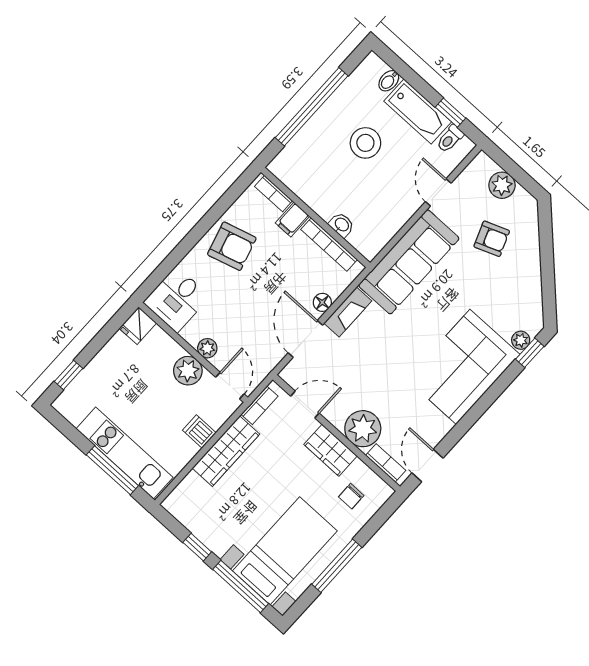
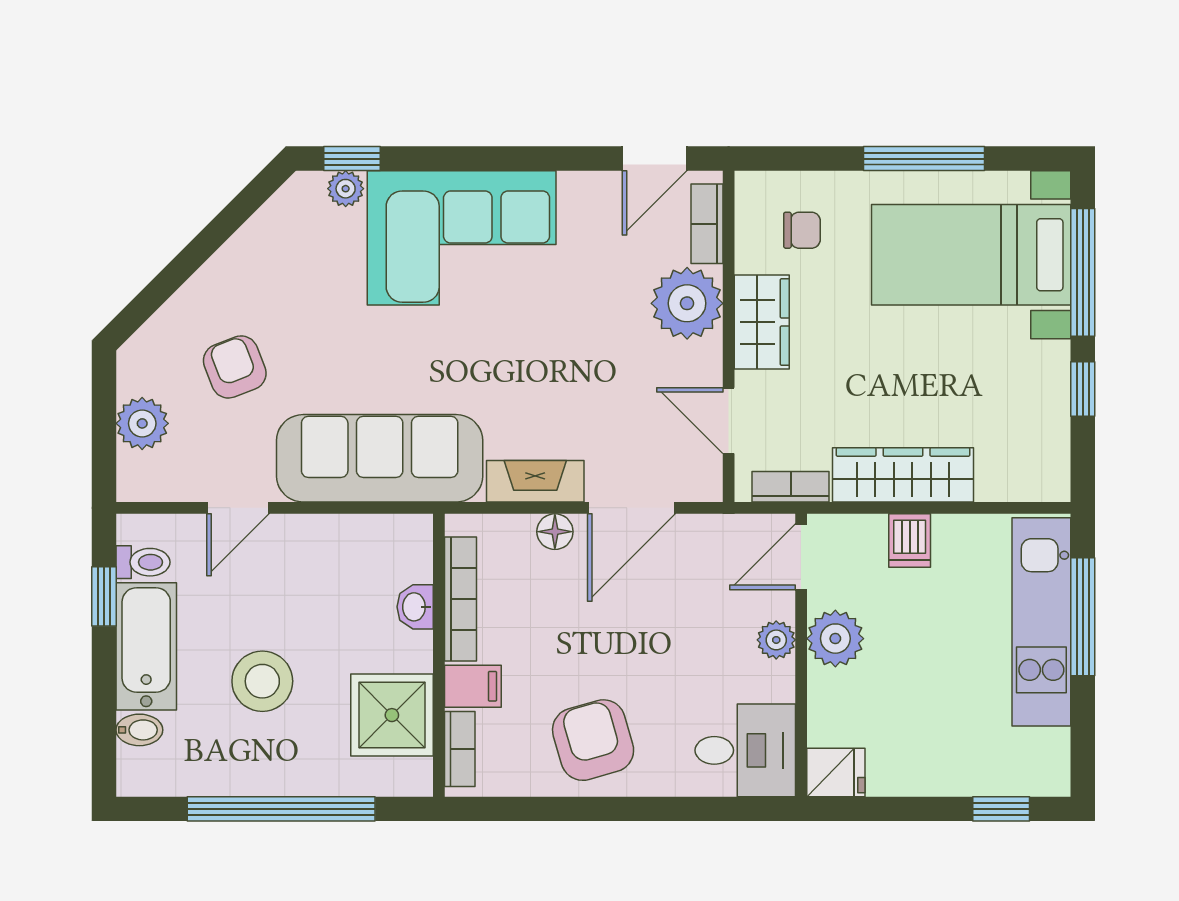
shower: (309, 180) -> (392, 715), added

